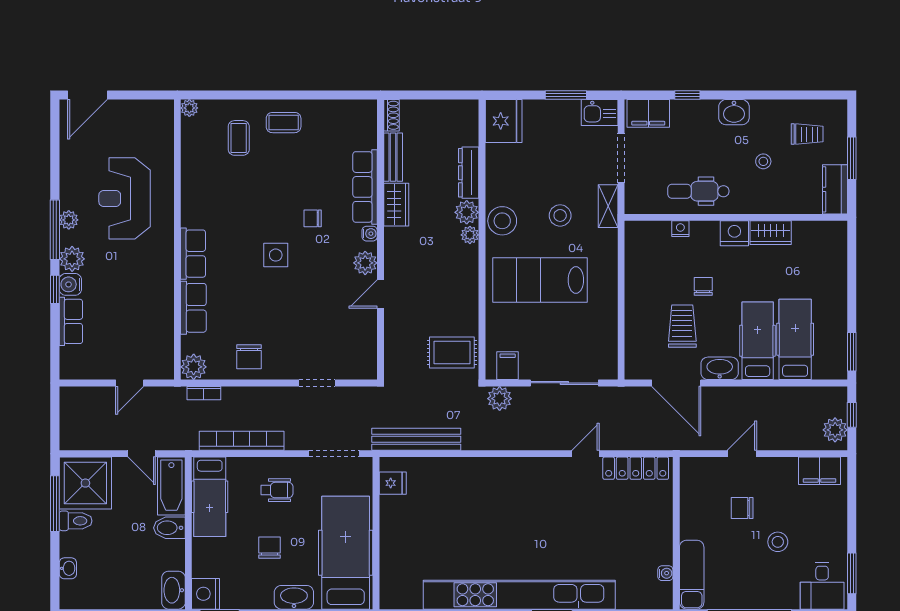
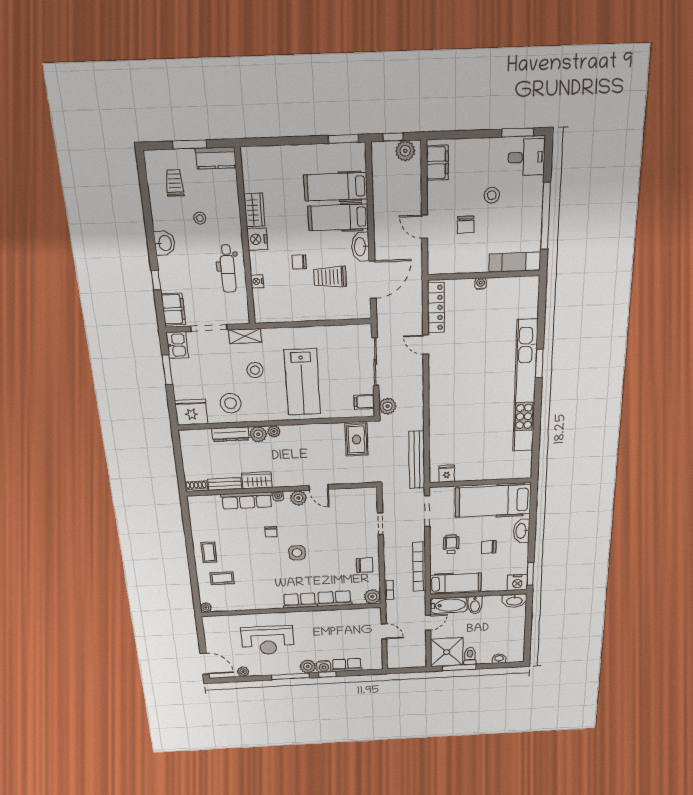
plant: (69, 220) -> (243, 672), moved
stool: (502, 221) -> (231, 403), moved
water cooler: (665, 573) -> (481, 284), moved

